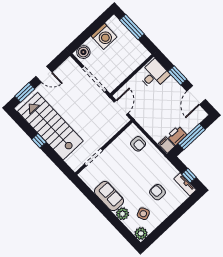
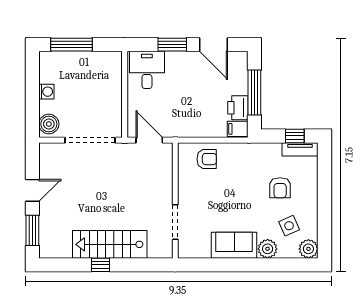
washing machine: (104, 36) -> (46, 92), width x0.53, depth x0.53
stairs: (50, 126) -> (110, 244), width x0.73, depth x0.66
armchair: (157, 192) -> (280, 188), turned -90

